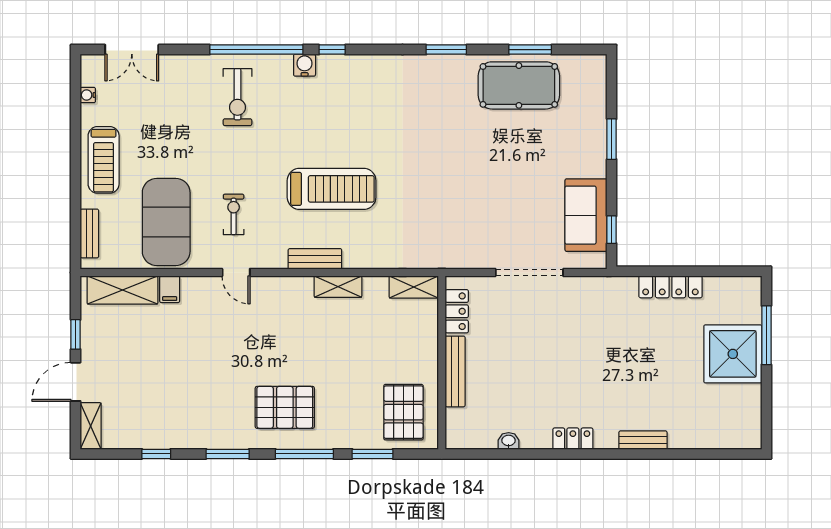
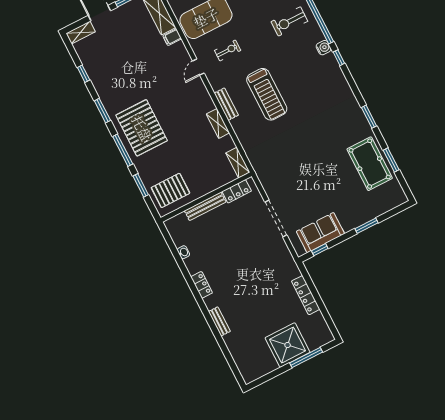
pallet: (285, 407) -> (142, 128), width x1.37, depth x1.41

